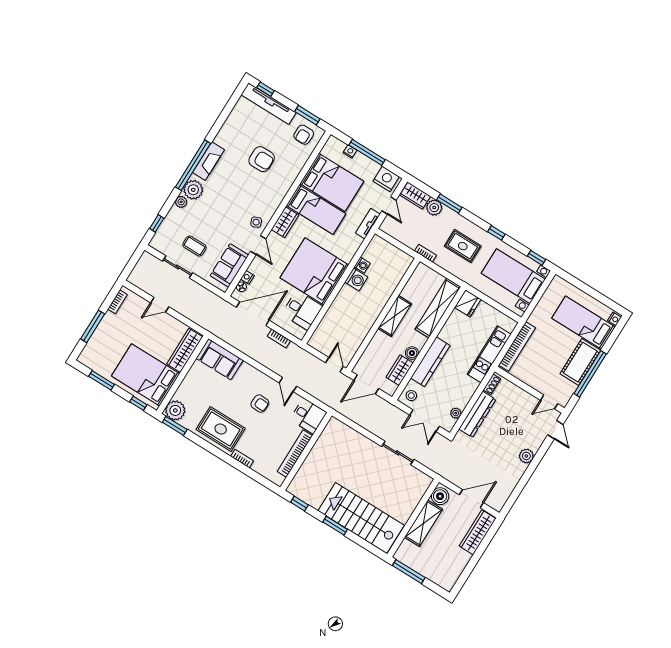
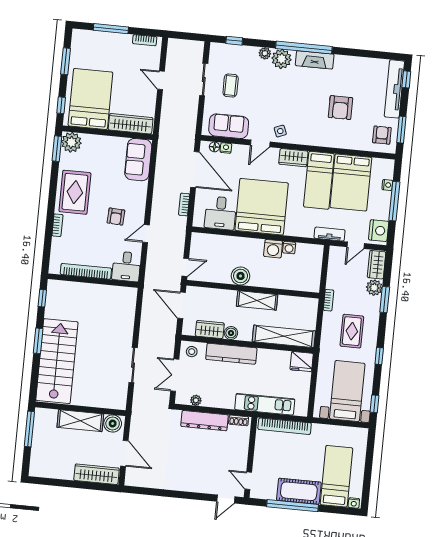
armchair: (304, 135) -> (382, 135), turned 90
boiler: (366, 320) -> (241, 276), added
plant: (526, 456) -> (188, 484), removed

